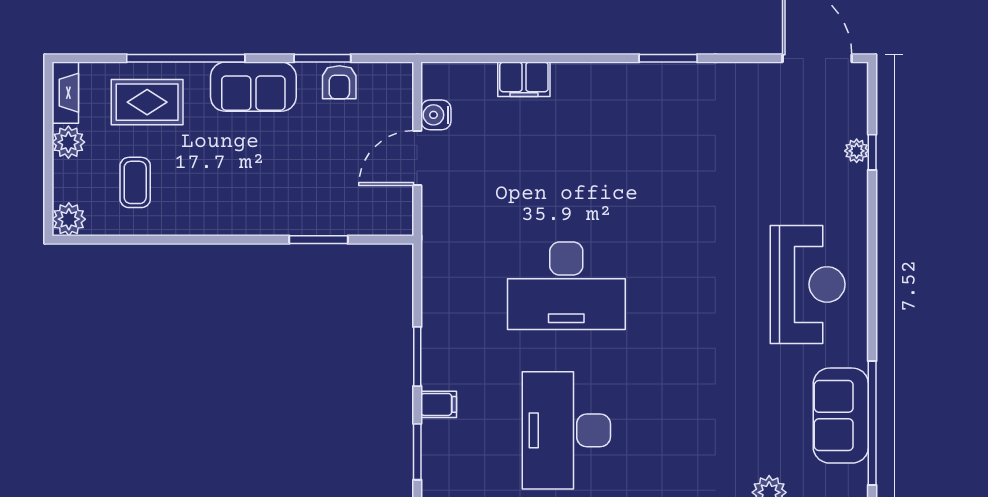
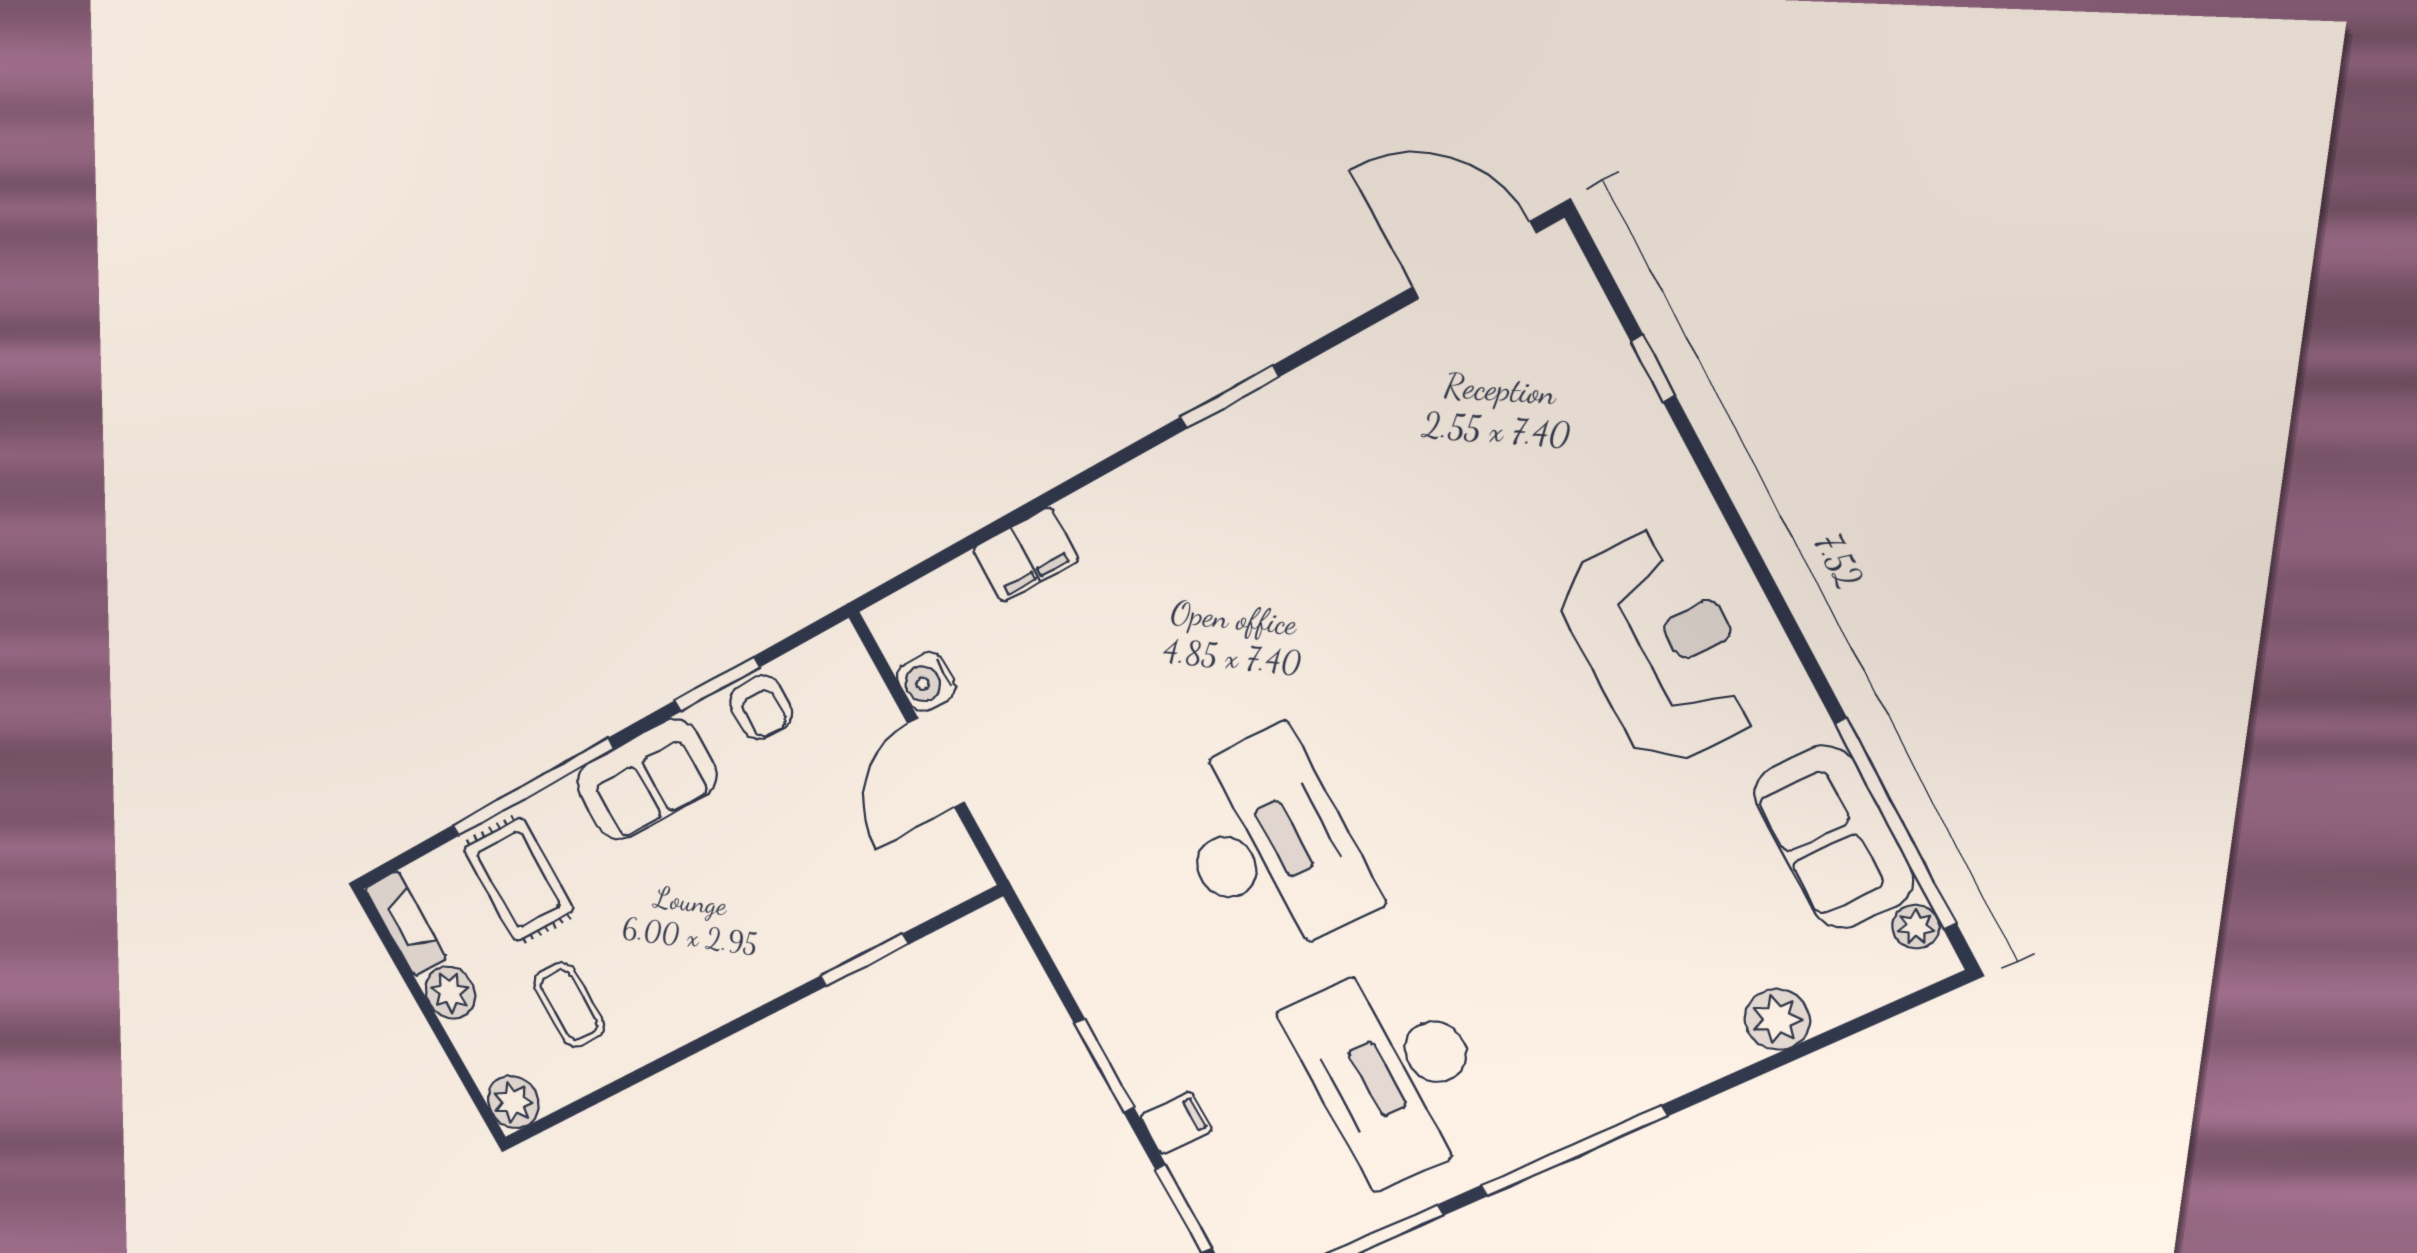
rug: (147, 102) -> (519, 880), turned 90
plant: (857, 151) -> (1916, 927), moved
desk: (566, 286) -> (1269, 846), turned -90

